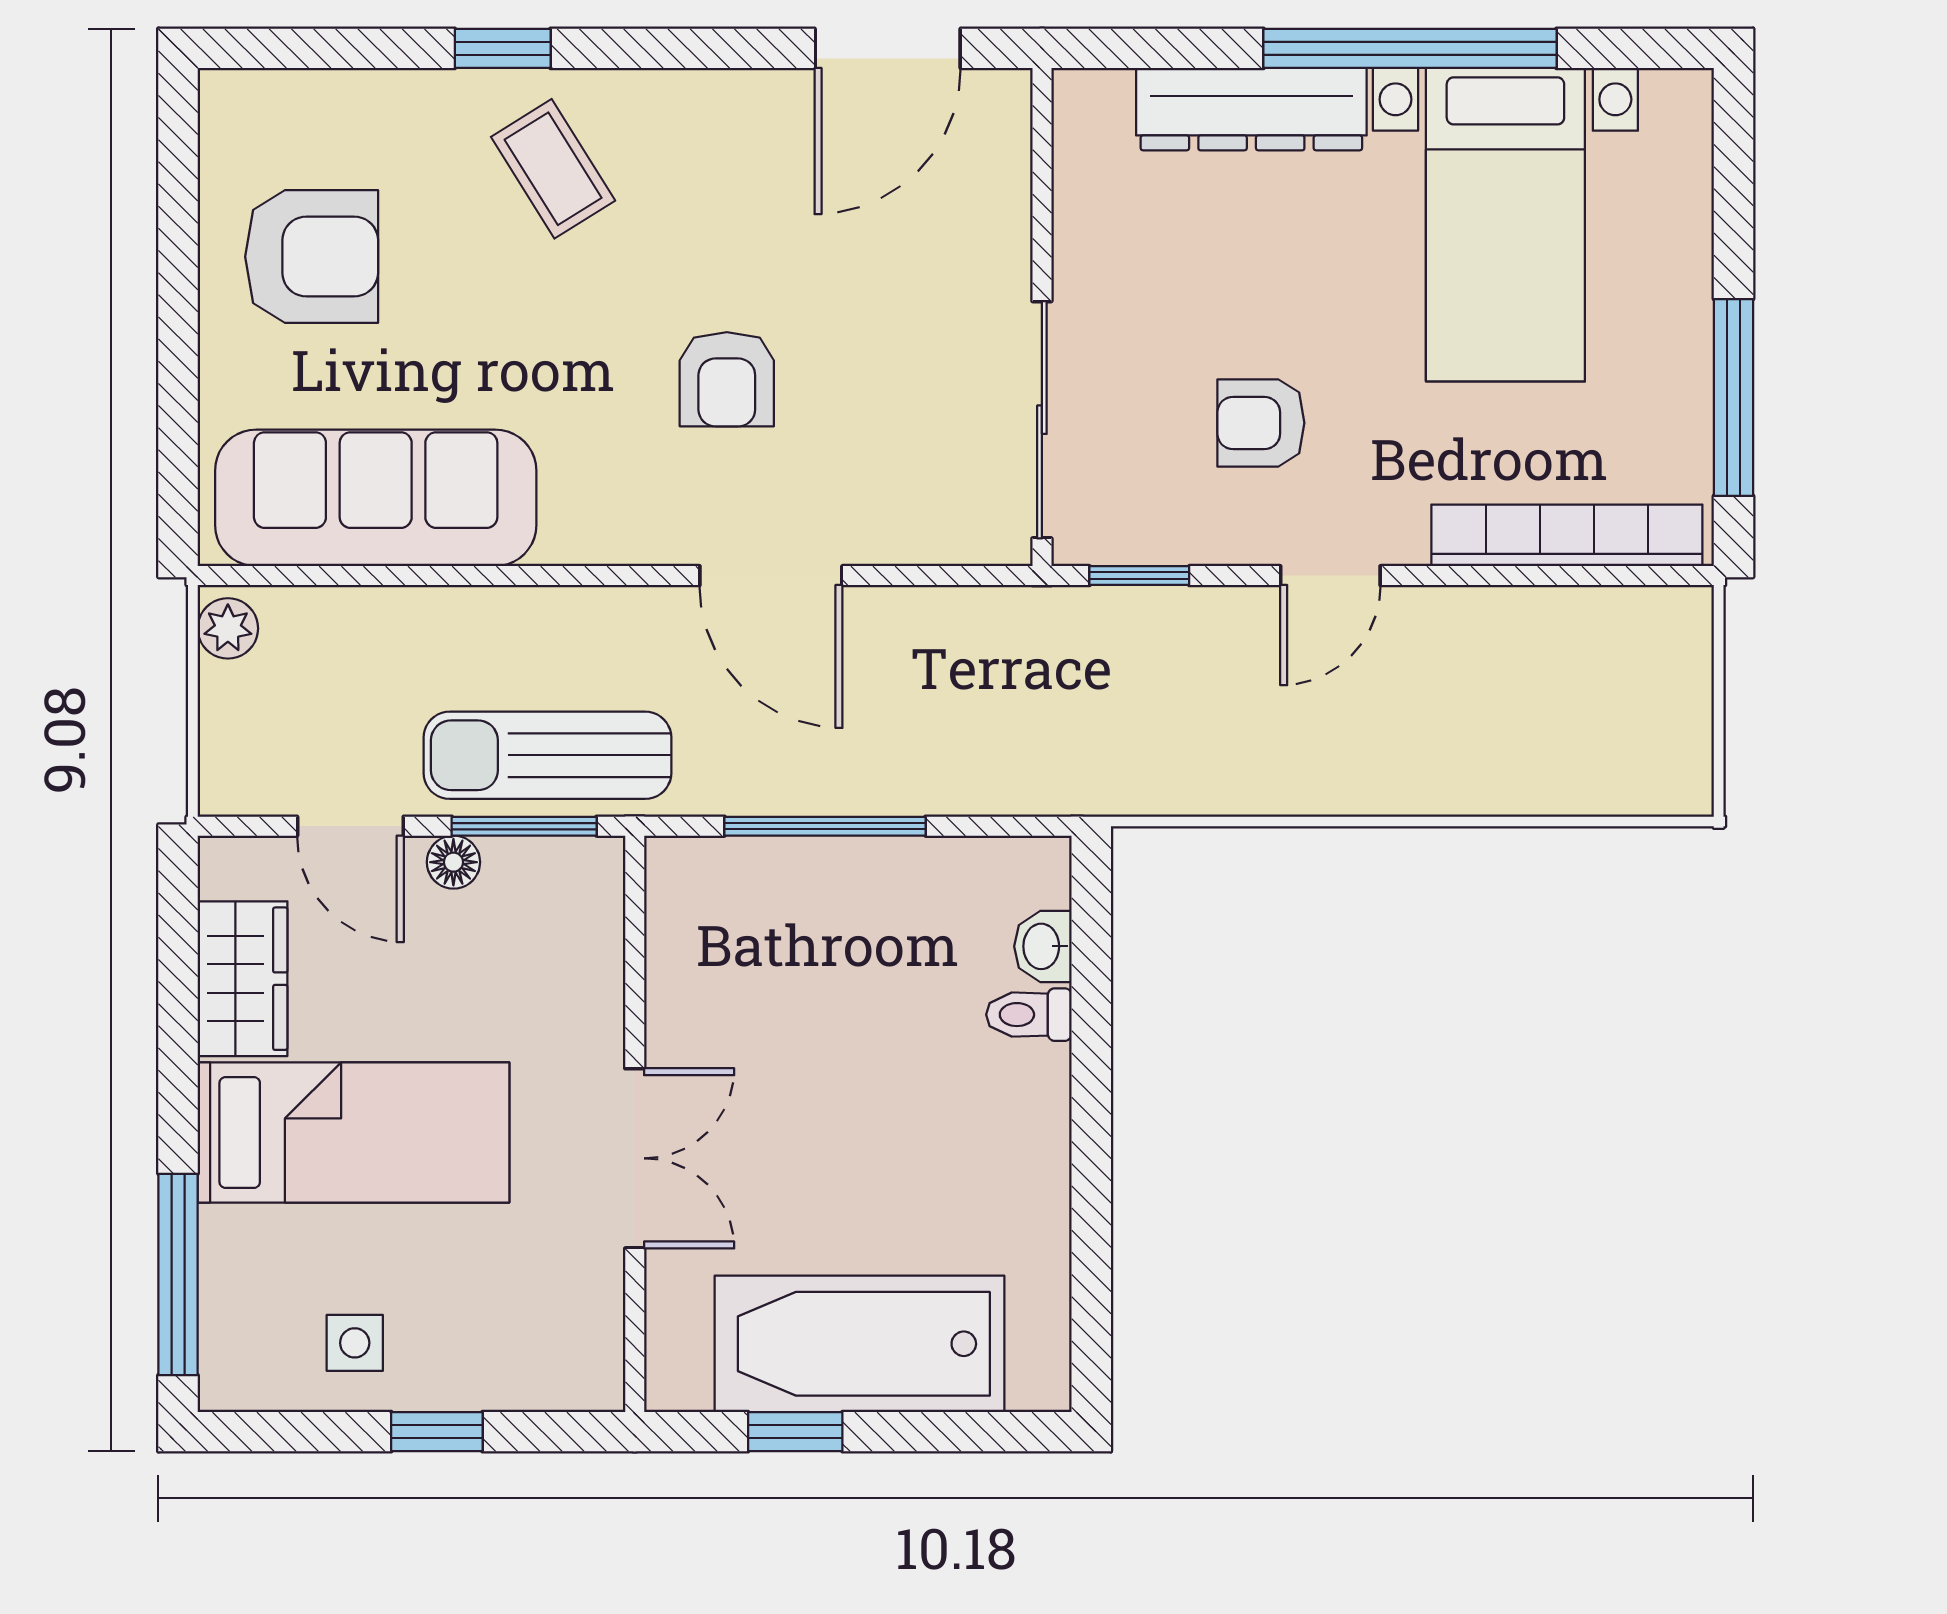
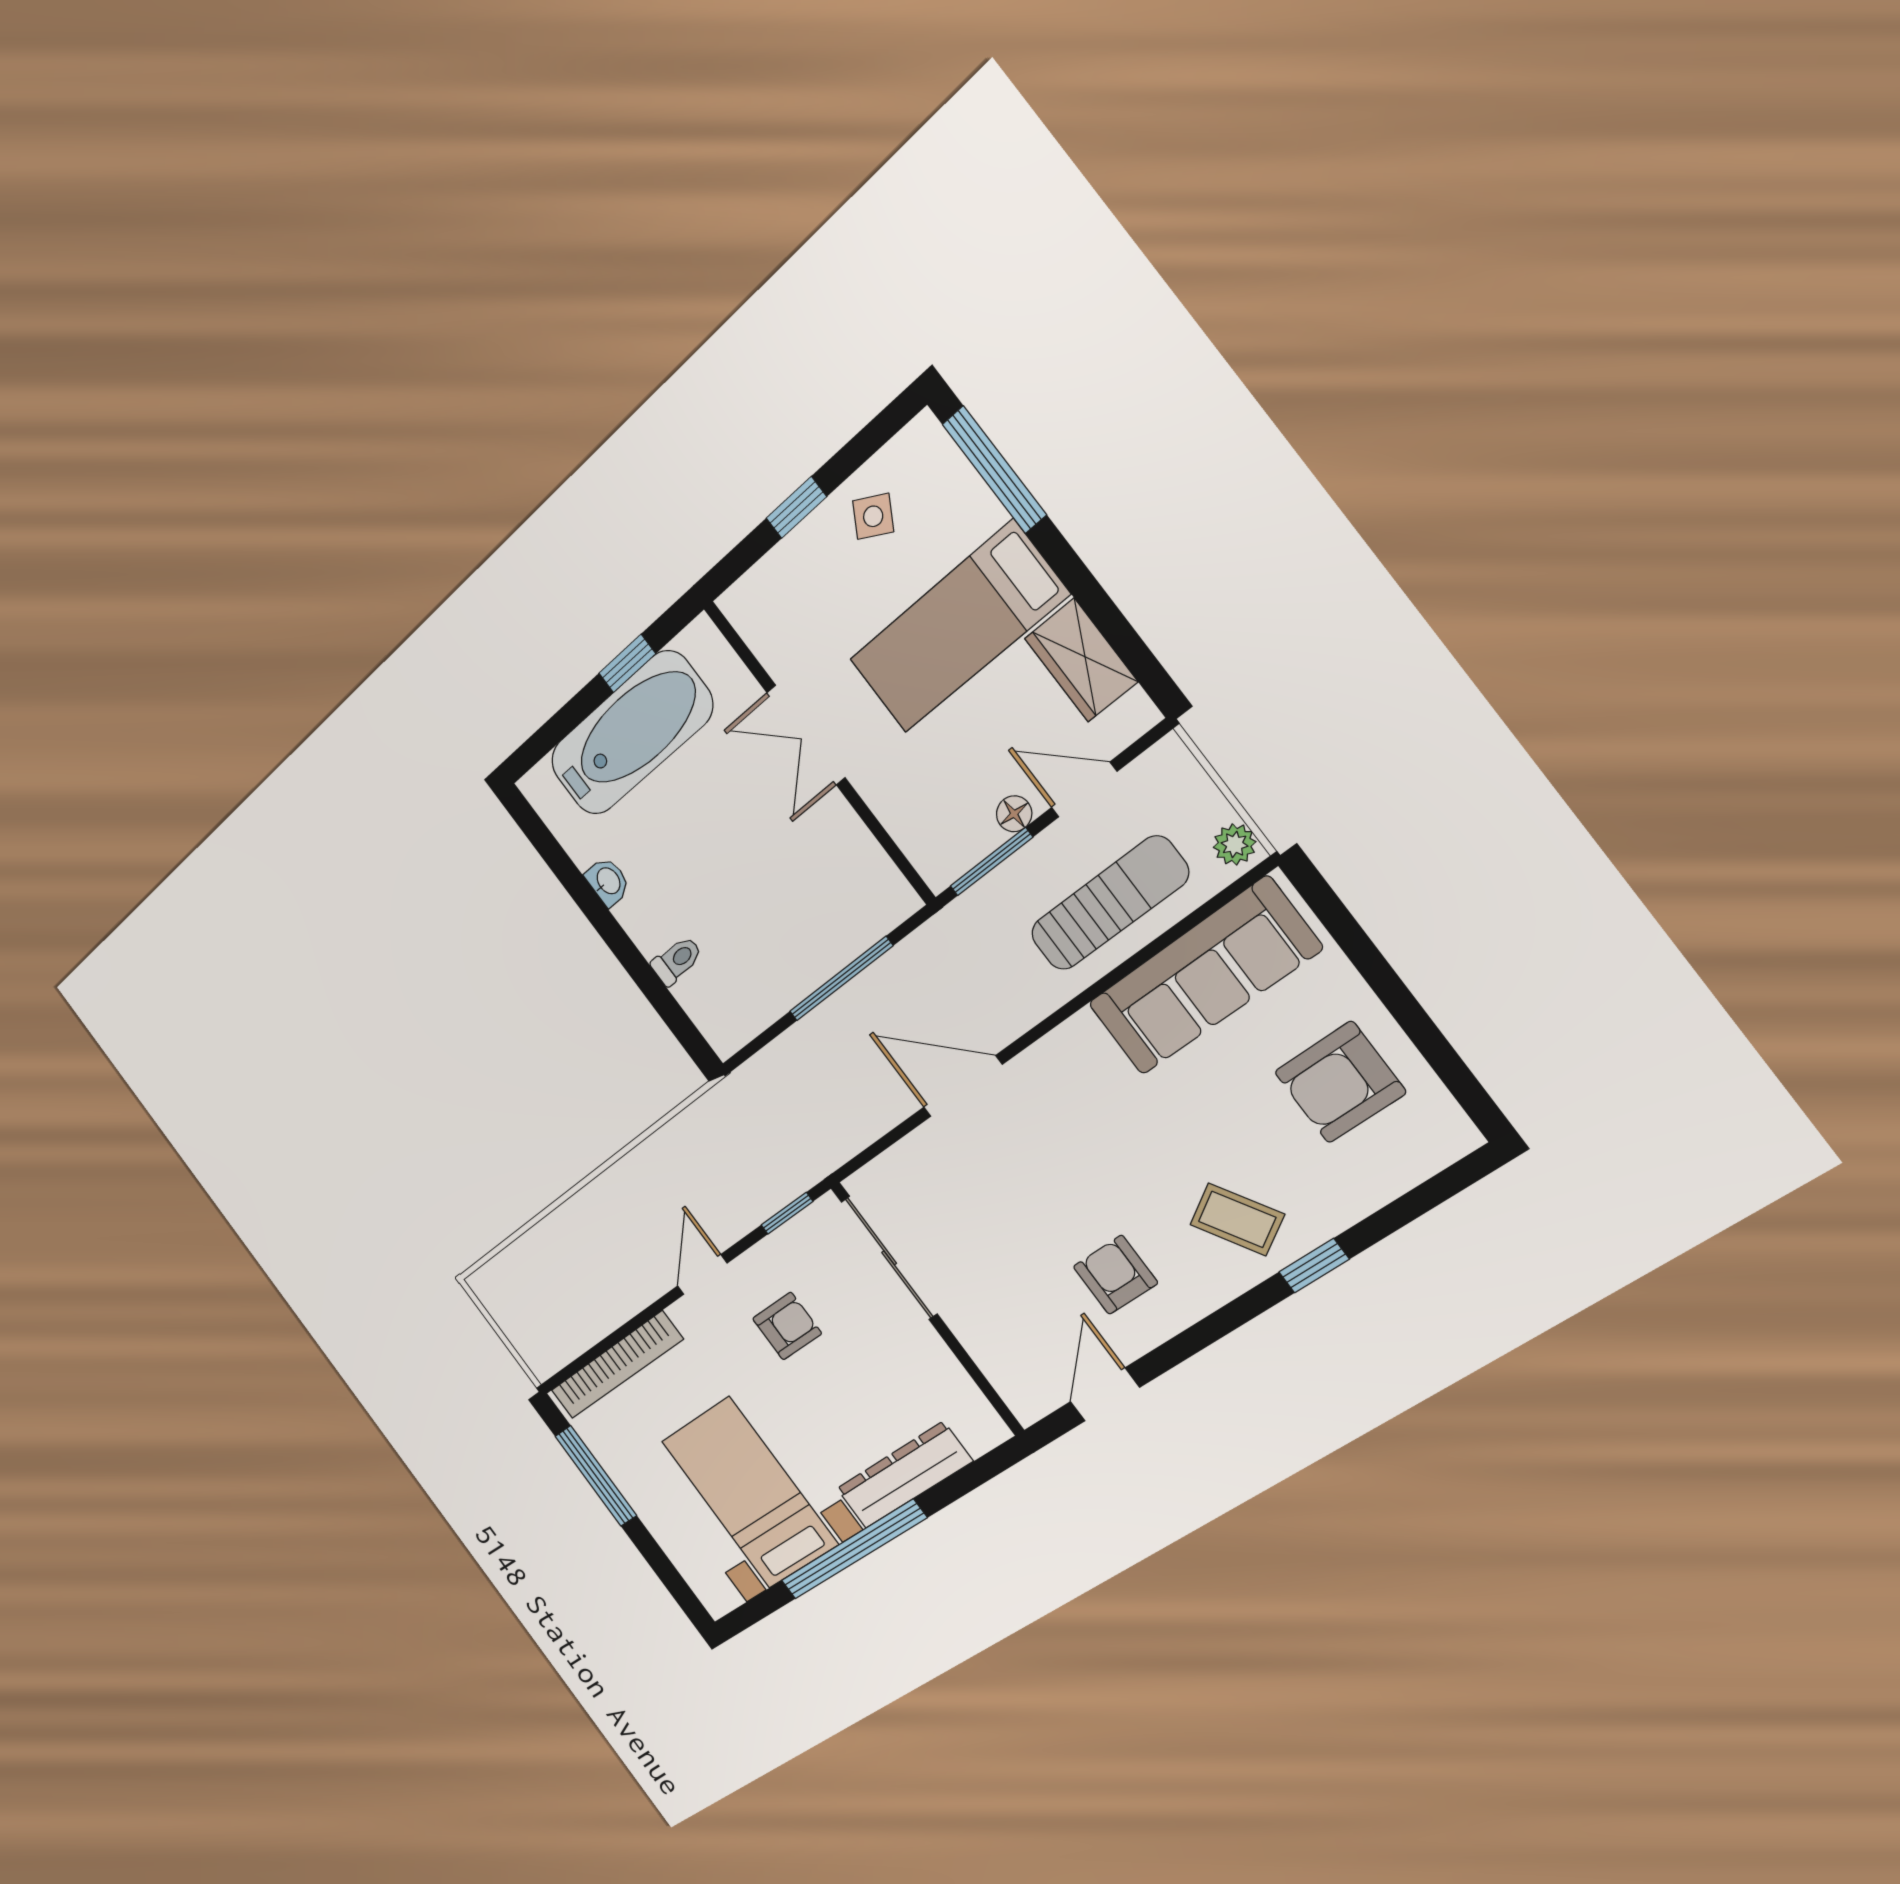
door: (888, 48) -> (1105, 1395), width x0.73
armchair: (727, 379) -> (1115, 1275), moved
sun lounger: (547, 755) -> (1109, 903), moved
washbasin: (1043, 946) -> (608, 881), moved
side table: (355, 1343) -> (873, 516), turned 30

